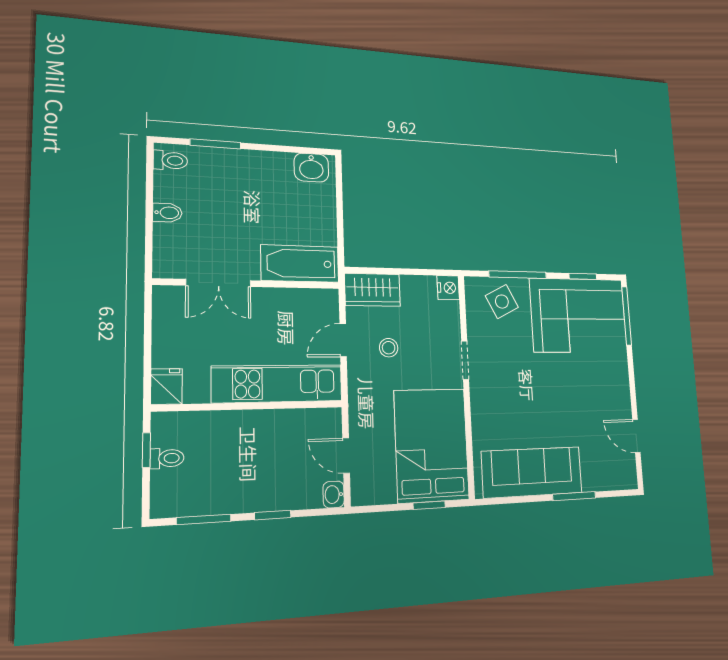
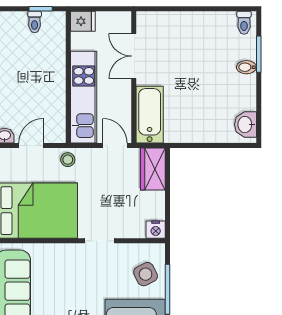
bidet: (167, 213) -> (246, 67), moved, turned 90
bathtub: (300, 264) -> (150, 115), moved
double door: (218, 283) -> (134, 56), moved
wall: (248, 284) -> (134, 77), moved
stool: (389, 348) -> (68, 160), moved

